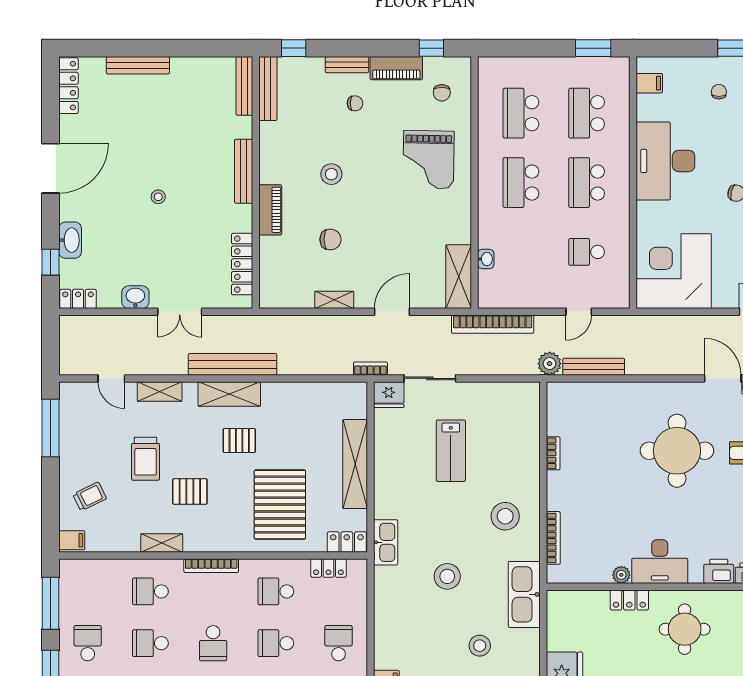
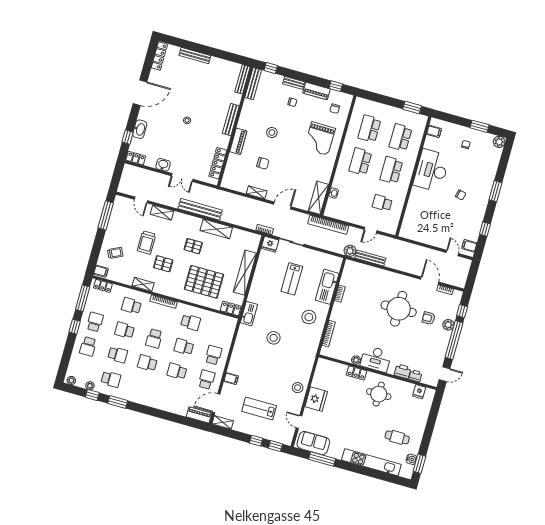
corner desk: (674, 271) -> (421, 223), removed
shelving: (229, 394) -> (216, 229), moved
pallet: (280, 505) -> (204, 282), turned 90
locker: (328, 568) -> (103, 286), moved
school desk: (276, 591) -> (191, 322), turned 180
kitchen sink: (524, 594) -> (327, 287), moved
stool: (480, 646) -> (298, 388), moved

